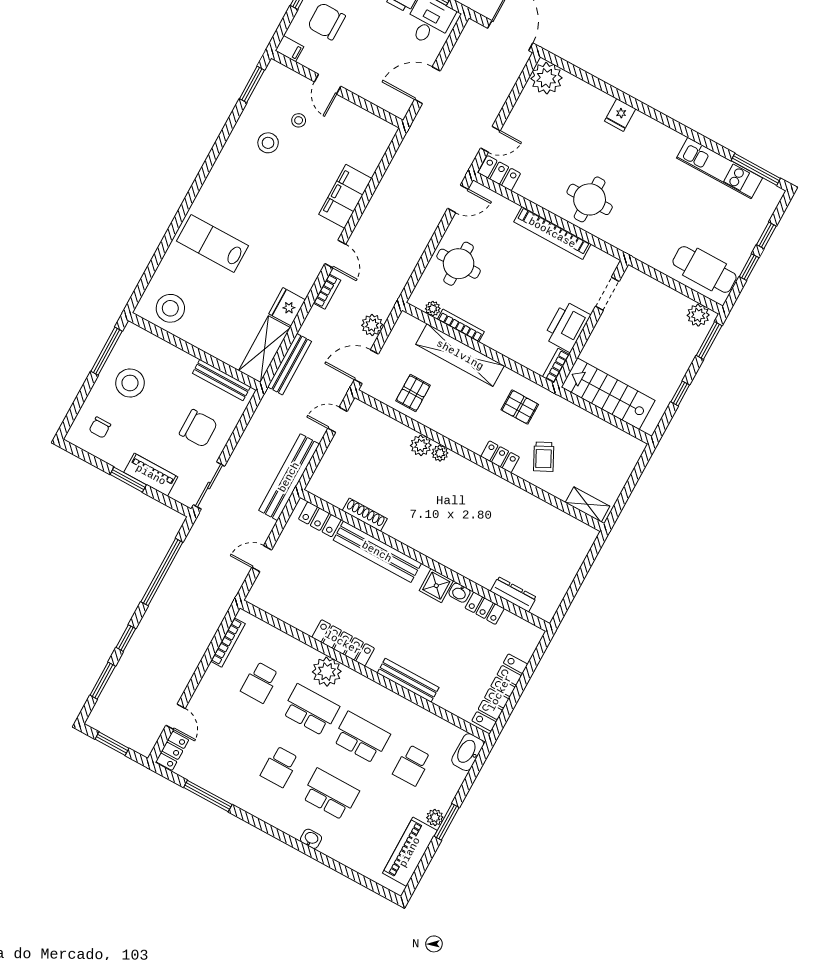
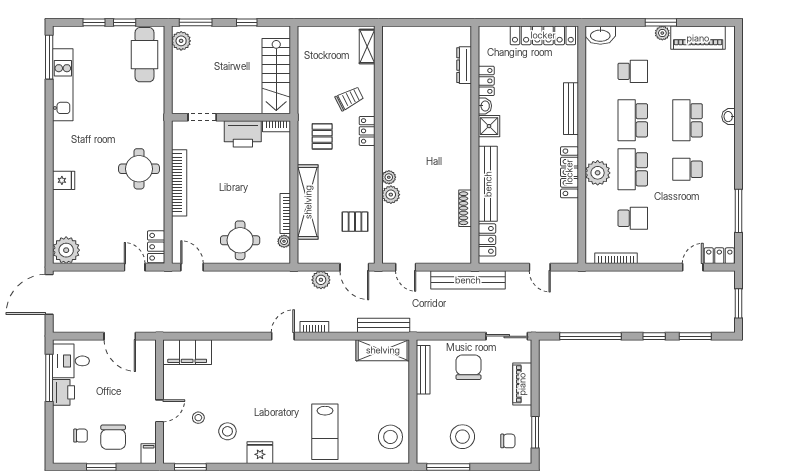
filing cabinet: (345, 196) -> (187, 352), moved
fridge: (287, 307) -> (260, 453), moved, turned 180
window: (128, 480) -> (535, 432), moved
school desk: (280, 767) -> (688, 169), turned 180

